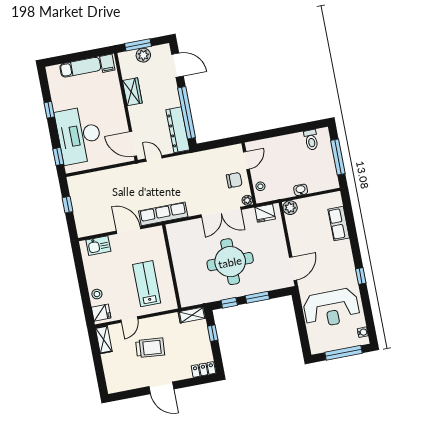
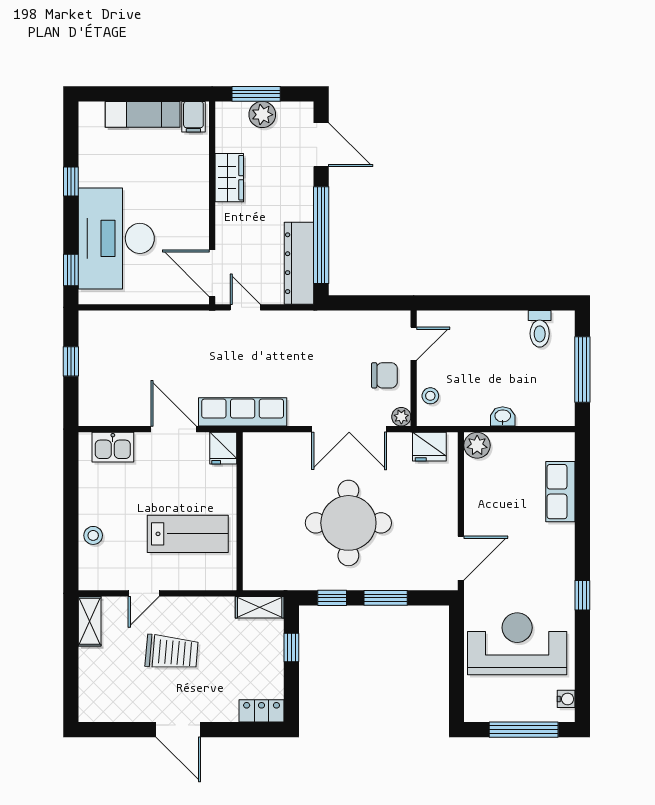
lab bench: (147, 284) -> (188, 534), turned 90
reception desk: (331, 308) -> (517, 644), turned 180
fridge: (101, 313) -> (223, 448), moved, turned 90

